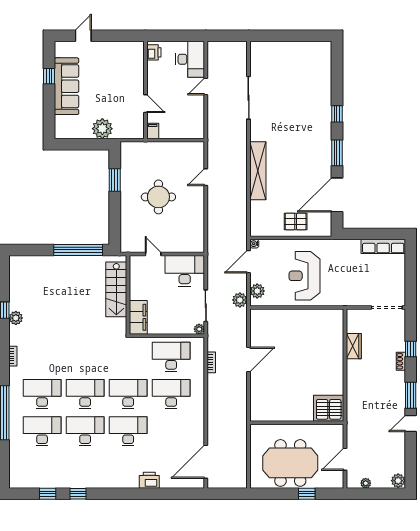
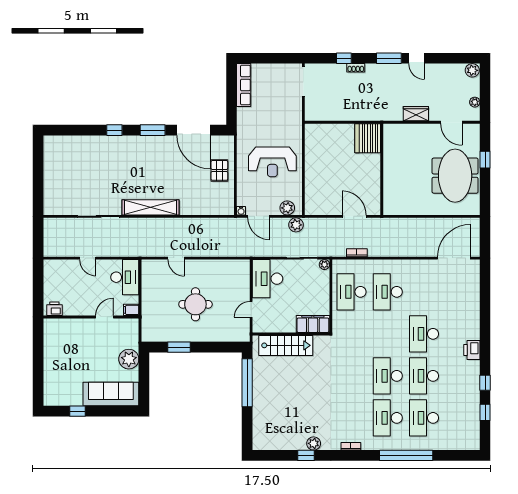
door: (83, 36) -> (38, 378), removed
desk: (190, 59) -> (125, 277), moved, turned 90
sofa: (67, 86) -> (111, 394), moved
shelving: (258, 171) -> (151, 207), moved
wardrobe: (354, 346) -> (416, 114), moved
desk: (128, 394) -> (388, 334), removed
server rack: (329, 408) -> (368, 138), moved
wall: (297, 423) -> (382, 169), moved
door: (206, 462) -> (454, 258), swing flipped
printer: (149, 480) -> (472, 350), moved

